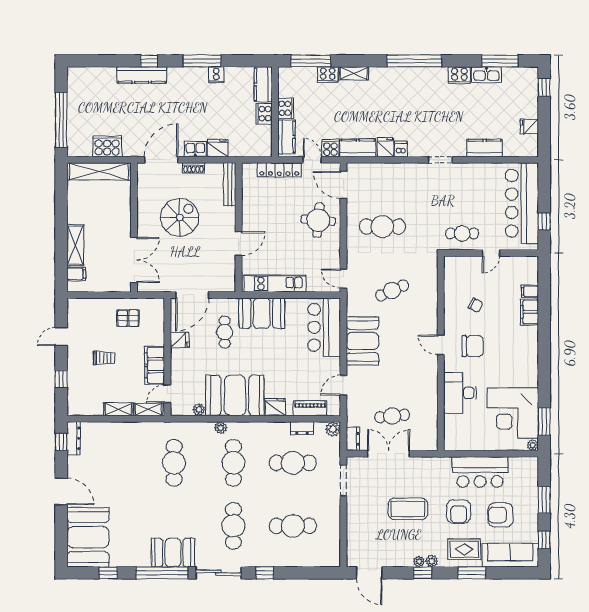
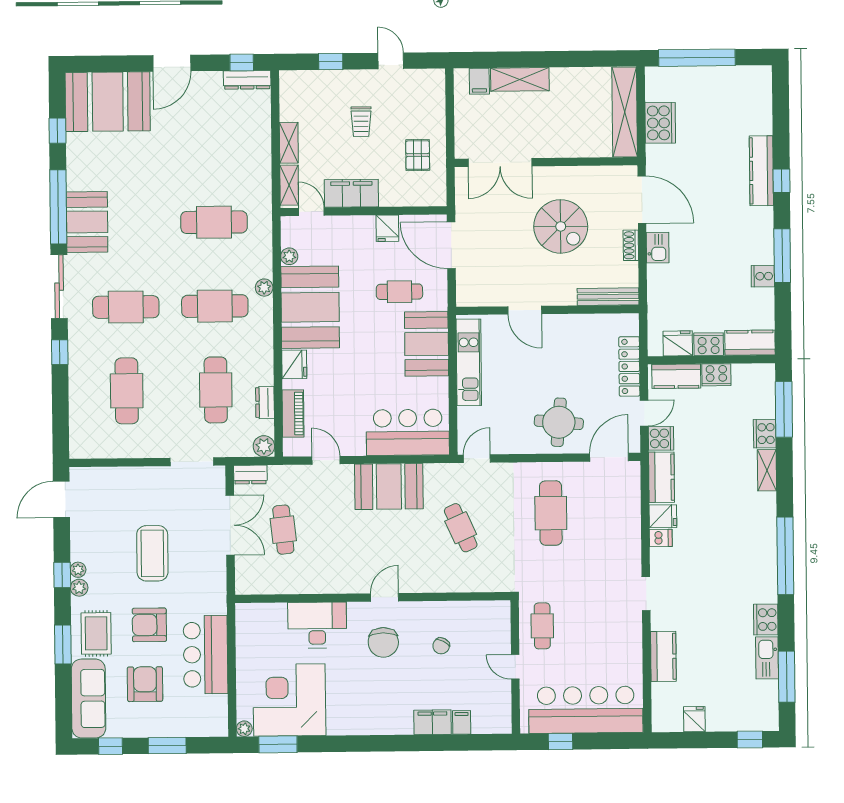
fridge: (218, 148) -> (678, 343), moved, turned -90

